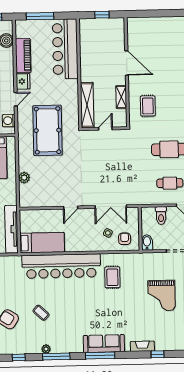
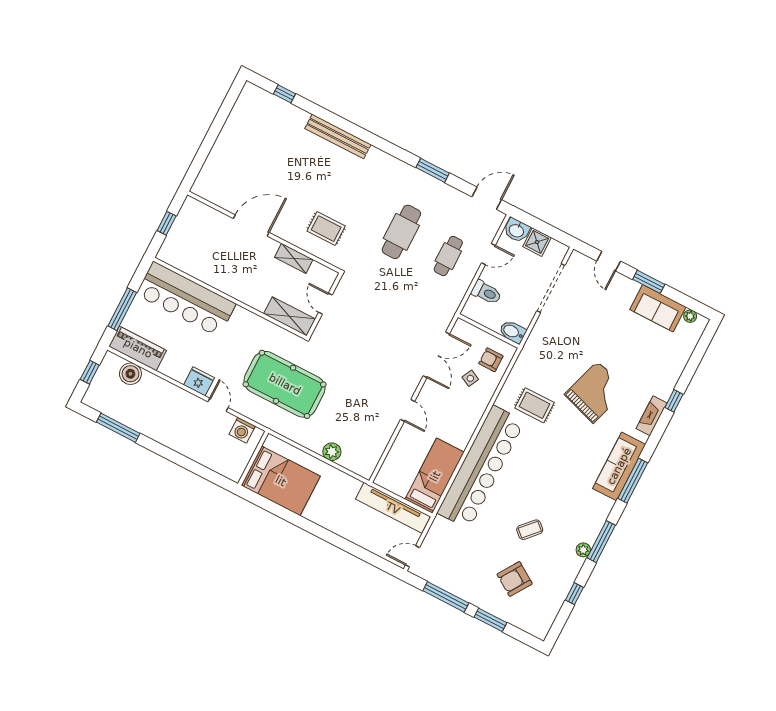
piano: (23, 56) -> (138, 348), moved
shelving: (87, 105) -> (290, 316), width x0.68
grand piano: (162, 296) -> (595, 392), moved, turned -72

